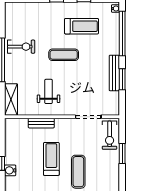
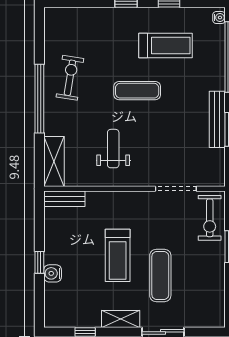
exercise bike: (21, 47) -> (70, 78), turned -81
bench: (41, 123) -> (64, 199), moved
treadmill: (51, 159) -> (118, 255), turned 180

